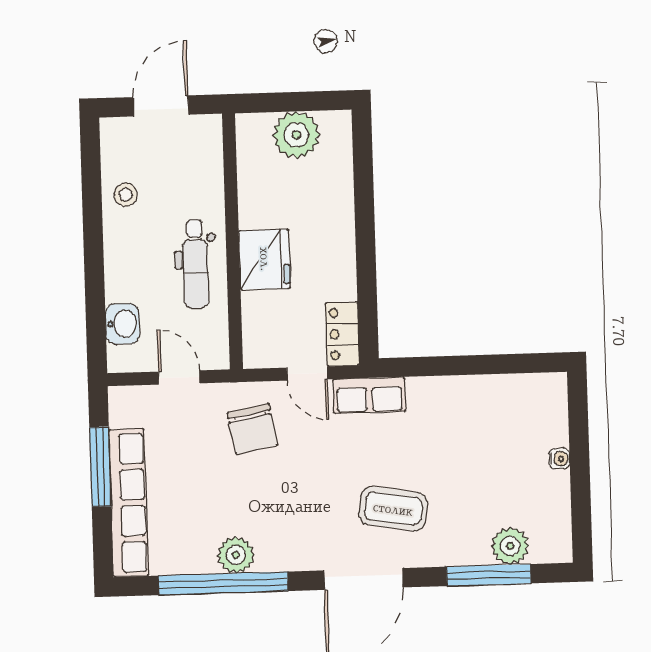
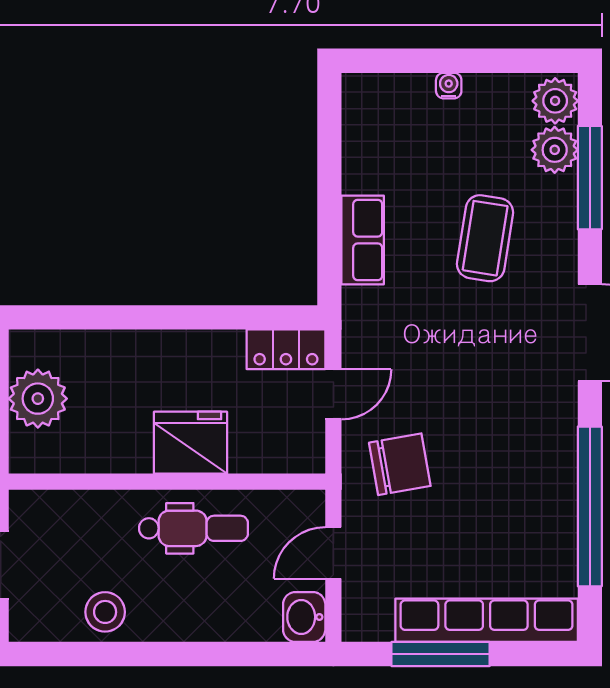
stool: (126, 195) -> (105, 612), width x1.37, depth x1.37
washbasin: (123, 324) -> (304, 617), moved, turned -90
row of seats: (369, 395) -> (363, 240), moved
coffee table: (393, 509) -> (485, 238), moved
plant: (236, 555) -> (555, 101), moved

